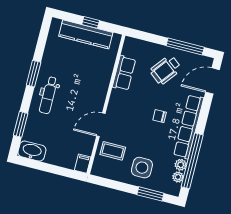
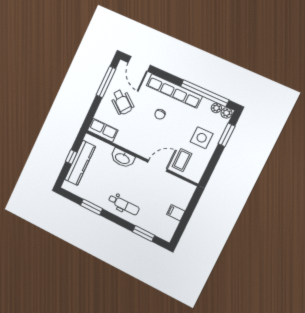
row of seats: (124, 73) -> (103, 130), moved
window: (34, 74) -> (91, 207), moved
door: (101, 125) -> (157, 166), swing flipped
washbasin: (32, 151) -> (122, 158), moved, turned -90
filing cabinet: (83, 164) -> (176, 213), moved
plant: (181, 165) -> (226, 113), moved

